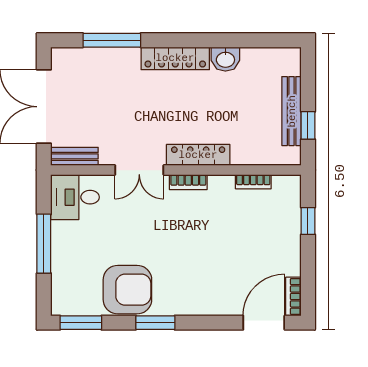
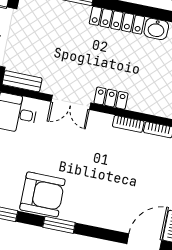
locker: (198, 155) -> (111, 98), width x0.66
bookcase: (188, 182) -> (128, 124), moved

